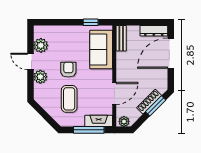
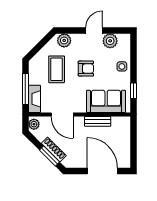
dresser: (154, 31) -> (125, 154), removed
side table: (66, 34) -> (122, 66), added
bench: (121, 38) -> (98, 121), moved
plant: (40, 77) -> (64, 40), moved
coffee table: (69, 99) -> (57, 69), turned 90

